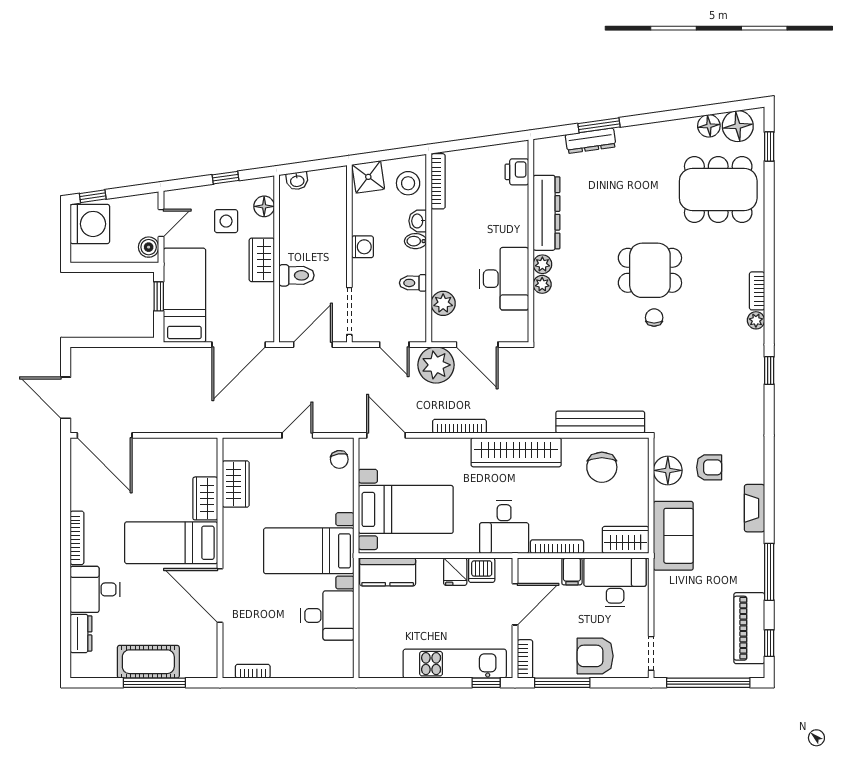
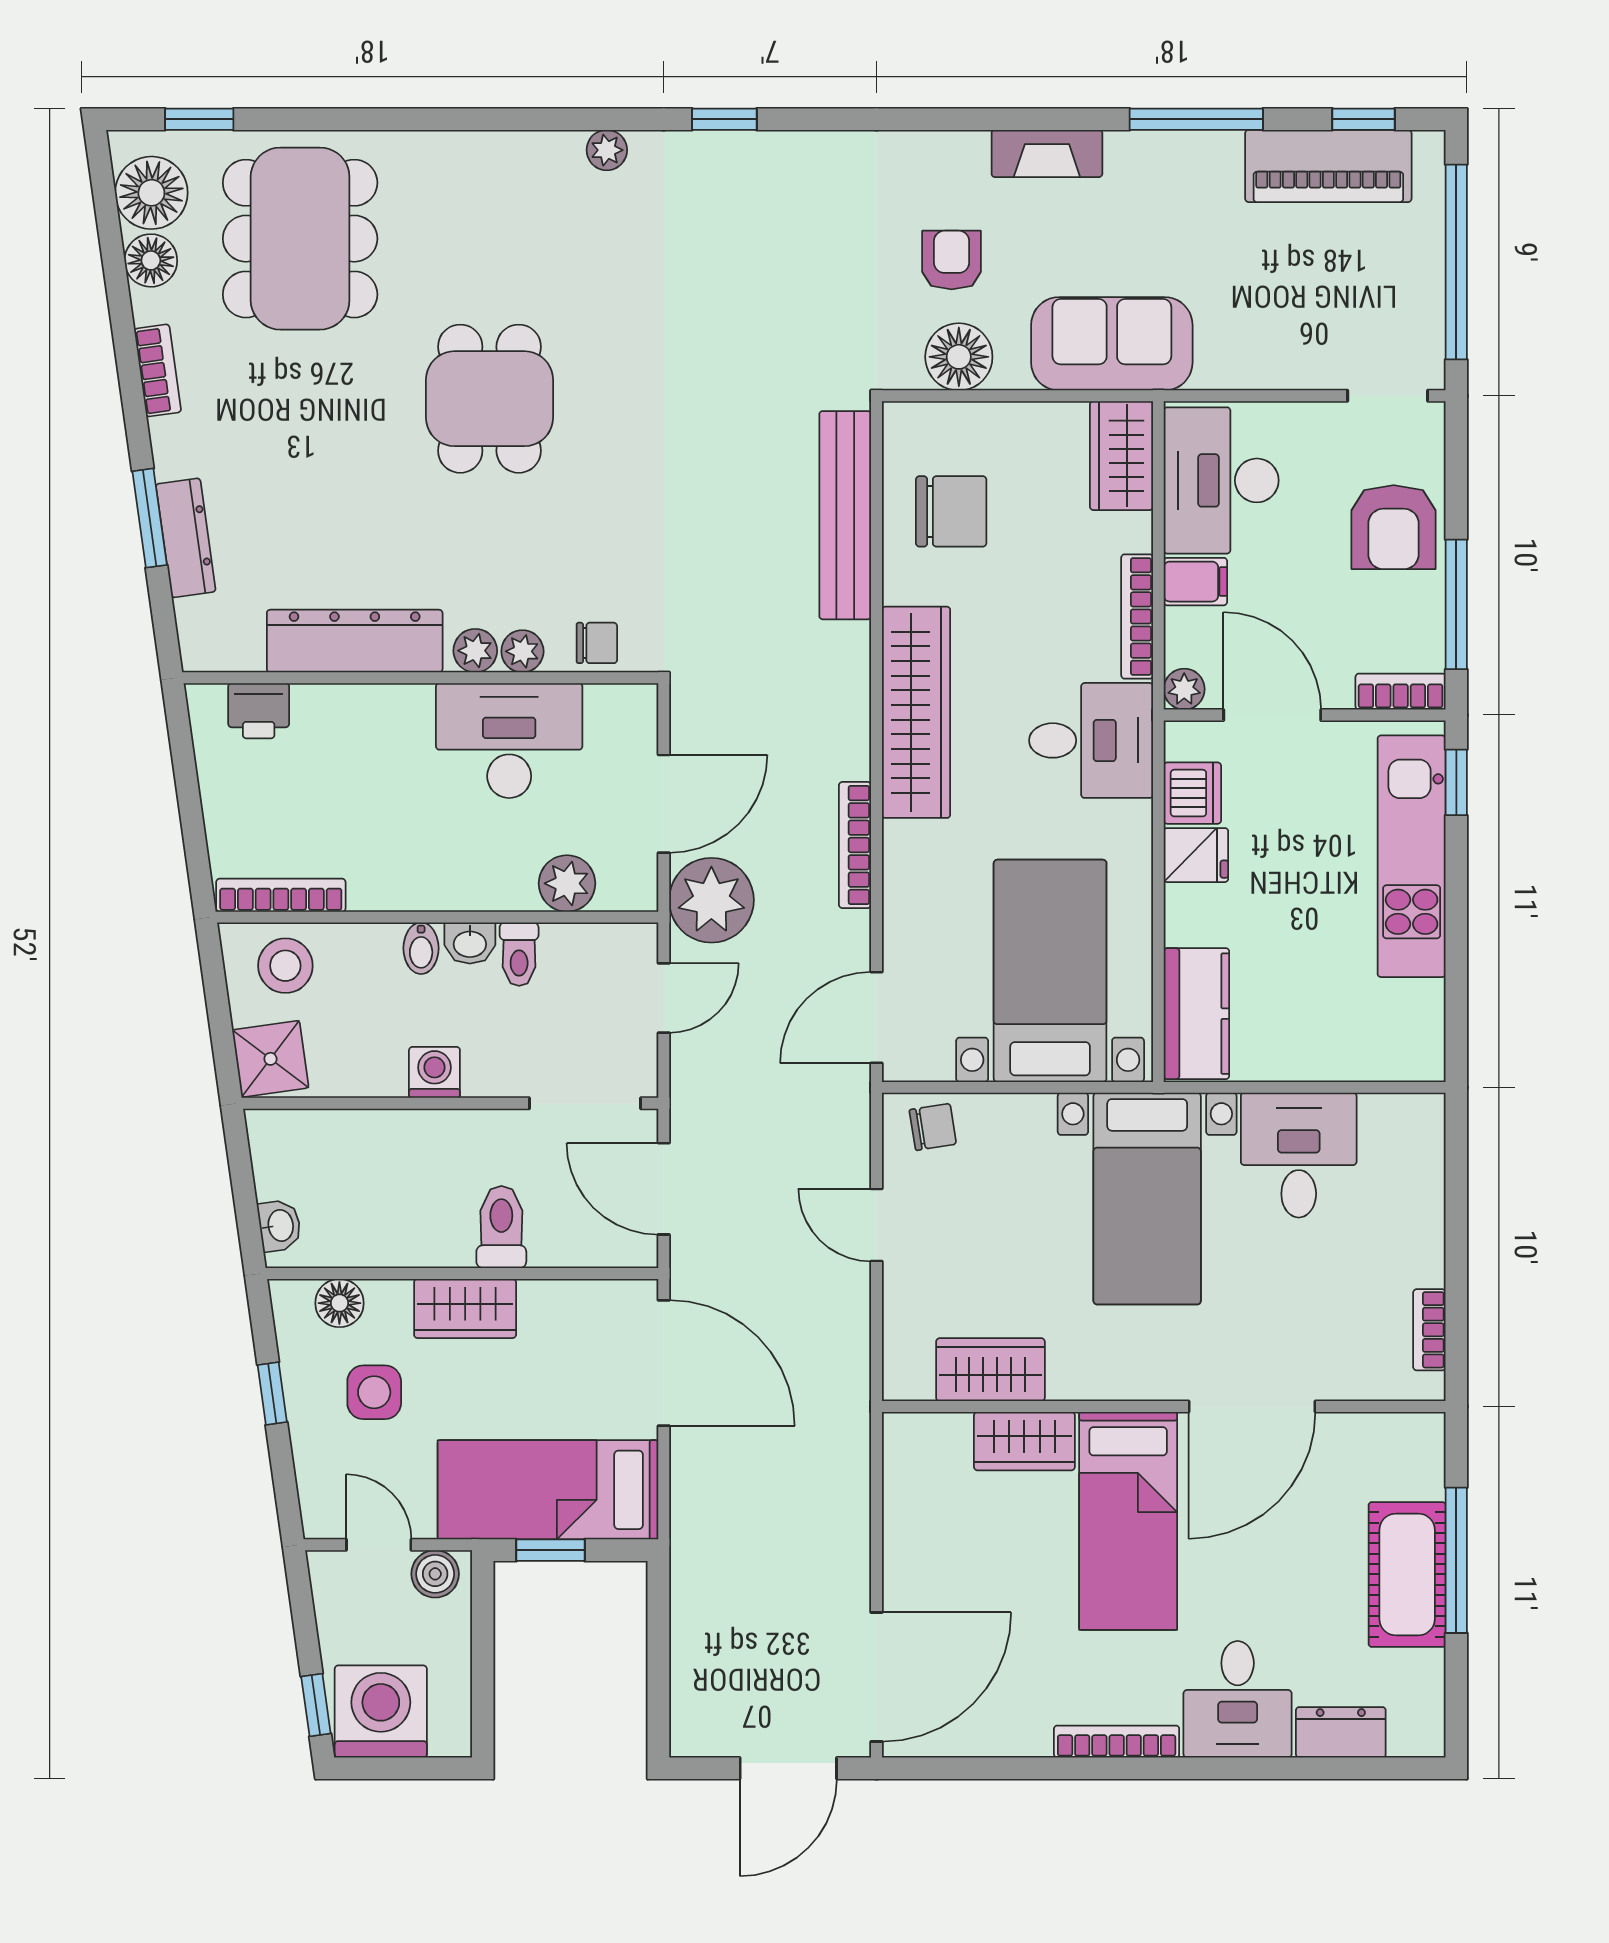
washbasin: (418, 221) -> (470, 943), moved
bookcase: (757, 291) -> (158, 370), moved, turned -98
chair: (654, 318) -> (597, 643), moved, turned 180
plant: (526, 567) -> (1184, 689), added

